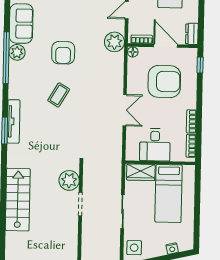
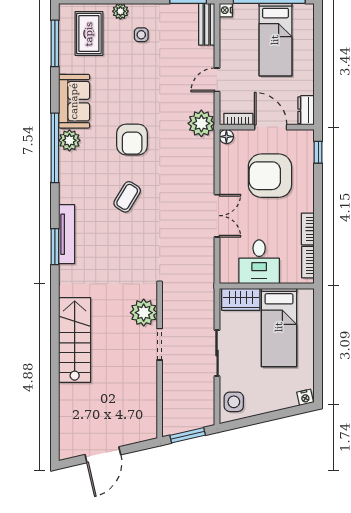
armchair: (164, 81) -> (270, 176), turned 180
nightstand: (172, 249) -> (305, 397), moved

